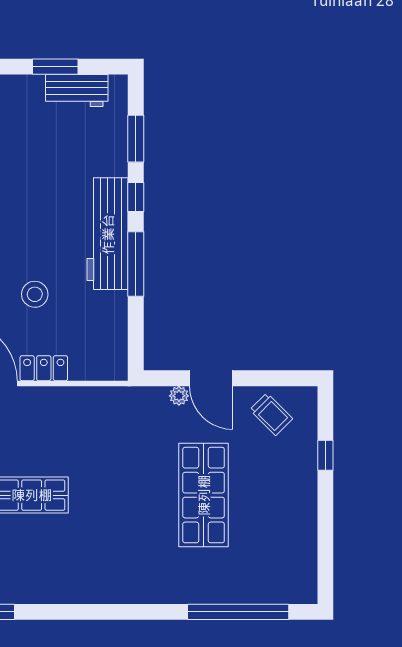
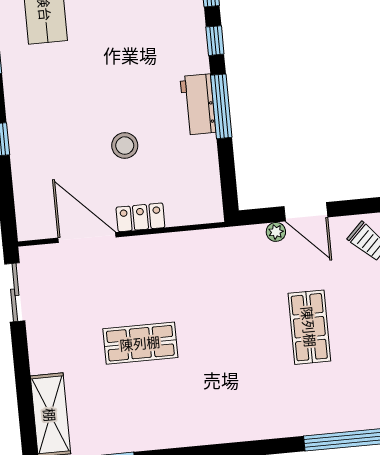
workbench: (108, 234) -> (198, 104), width x0.53, depth x0.76
shop shelf: (204, 495) -> (309, 327), width x0.70, depth x0.74

